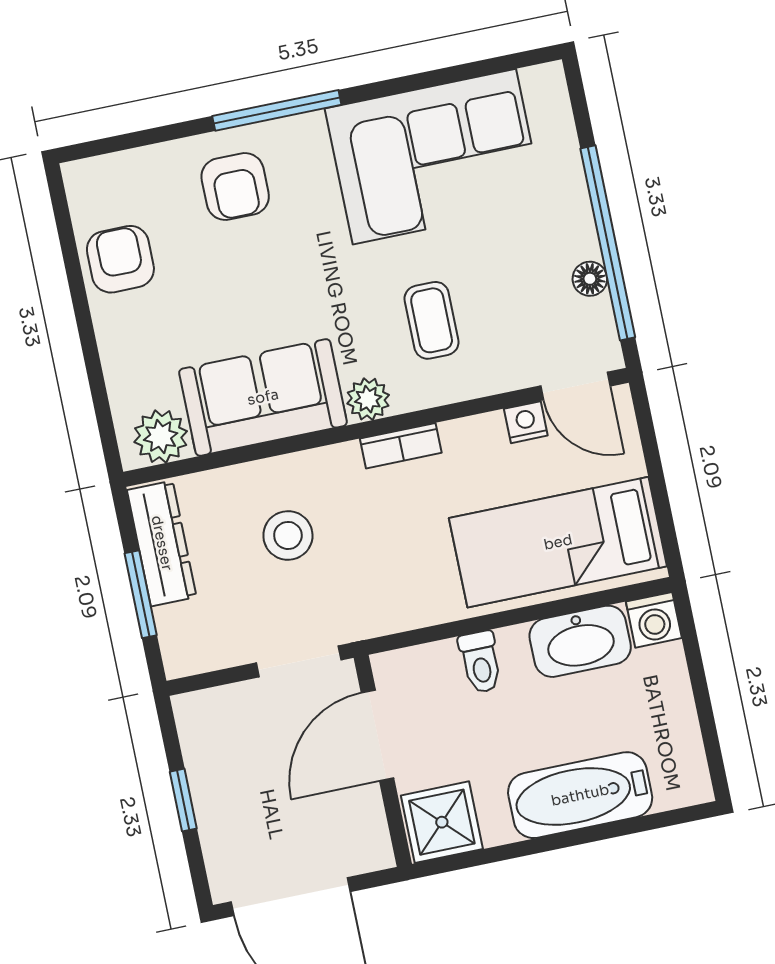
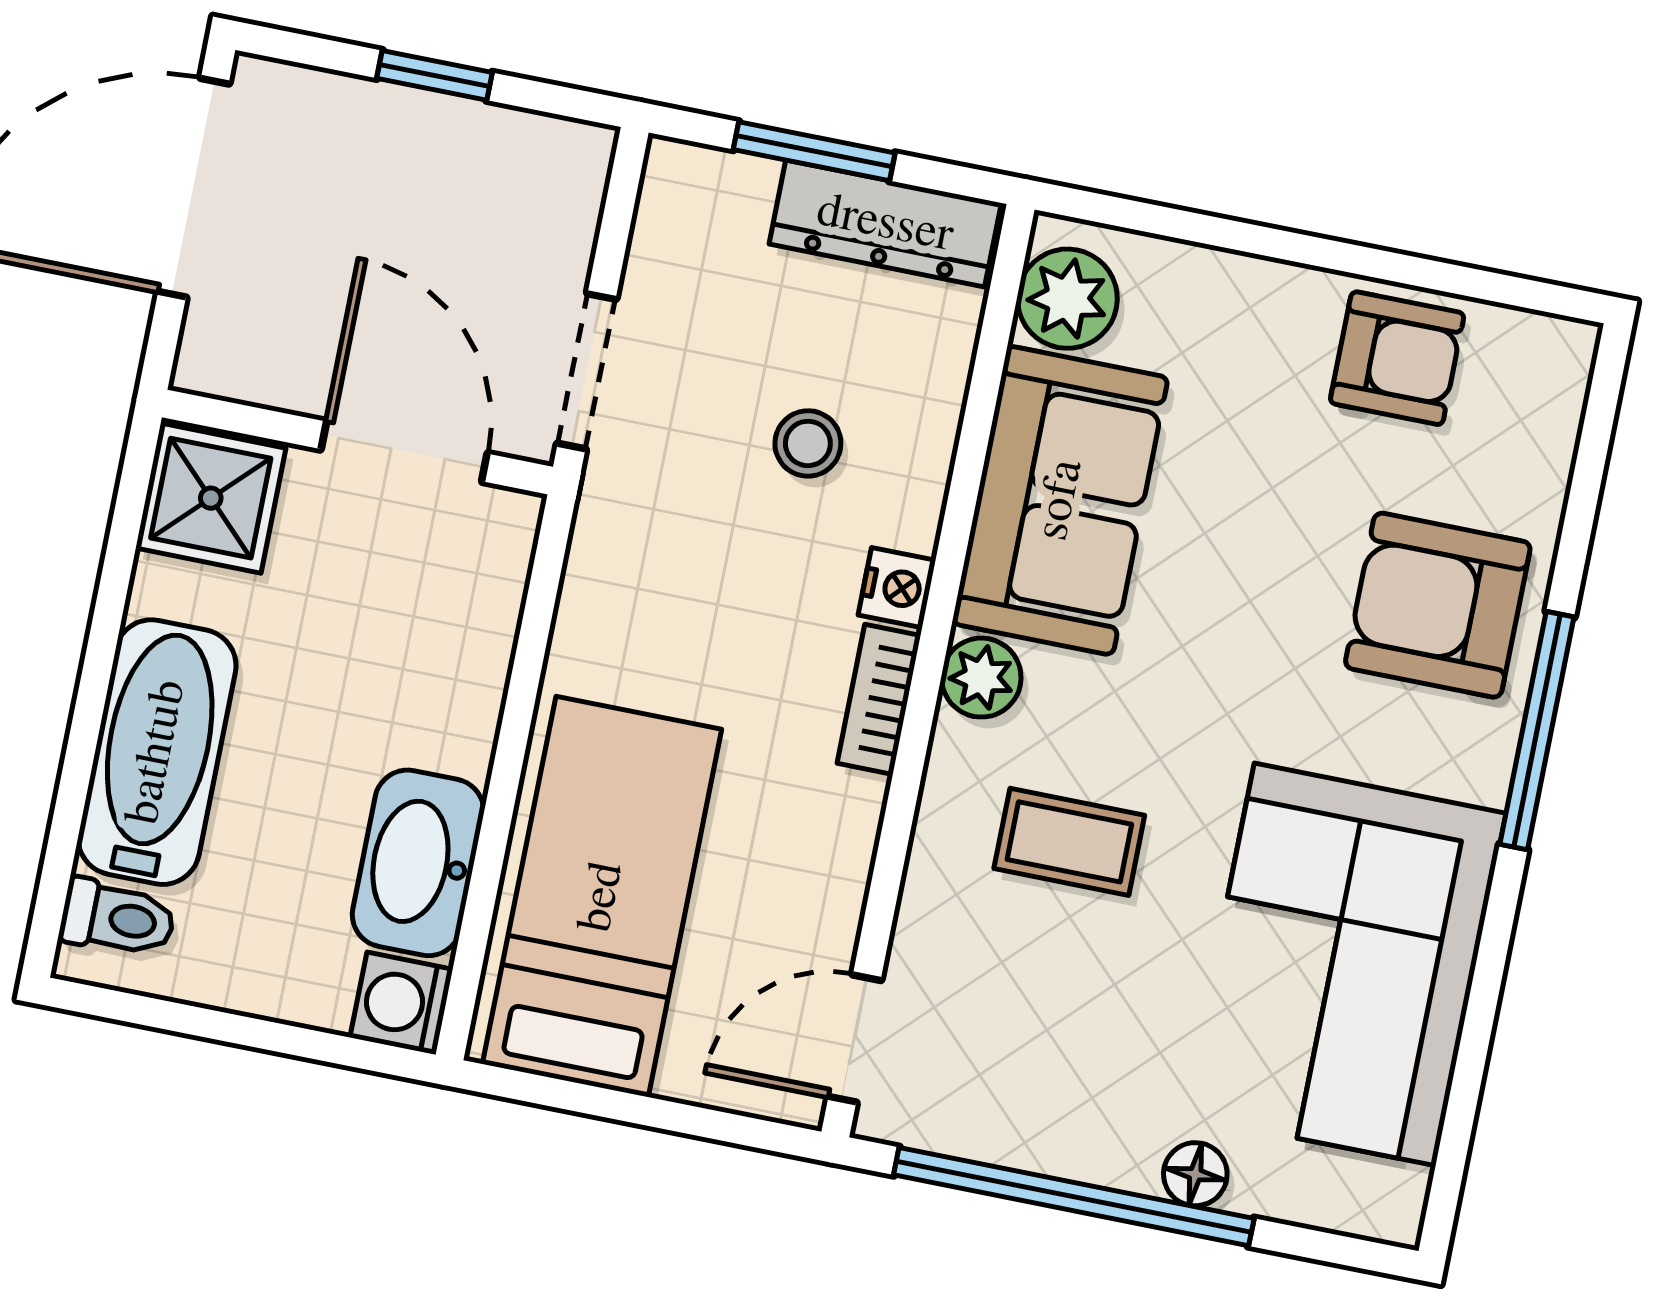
armchair: (235, 187) -> (1438, 605), width x1.38, depth x1.38
floor lamp: (590, 279) -> (1195, 1174), moved
nightstand: (526, 422) -> (897, 588), moved
stool: (288, 535) -> (808, 443), width x0.73, depth x0.73
toilet: (480, 662) -> (118, 918), moved, turned 180

